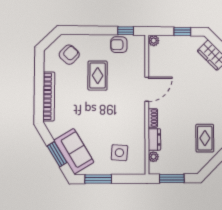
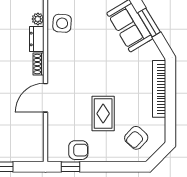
plant: (154, 41) -> (37, 155), removed
side table: (119, 153) -> (62, 23), moved

